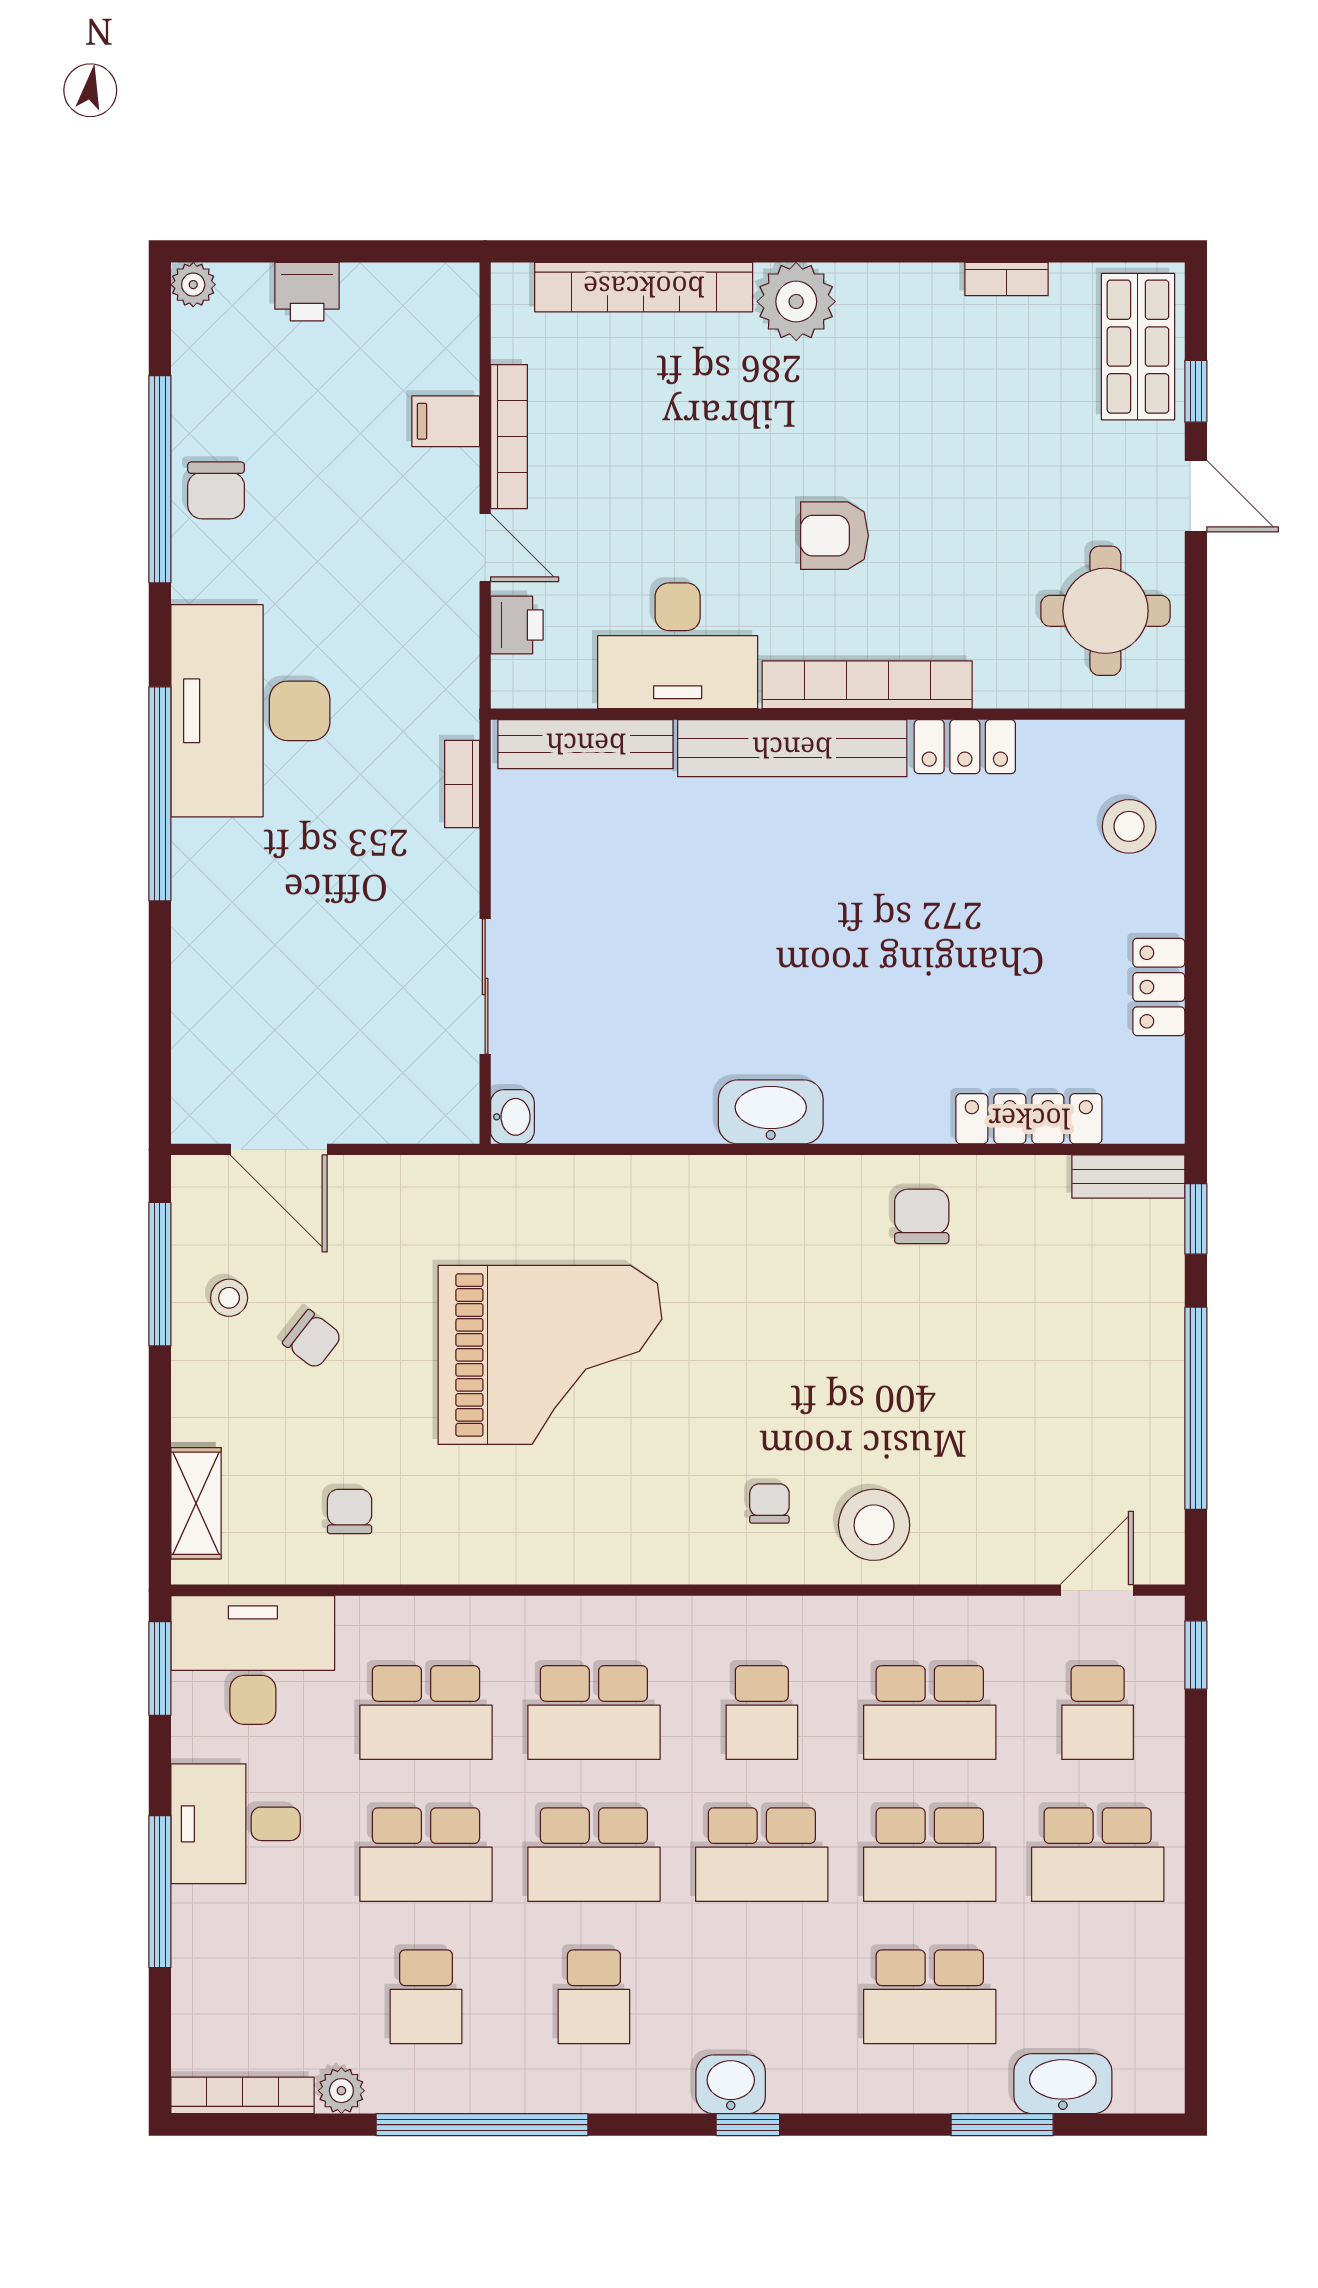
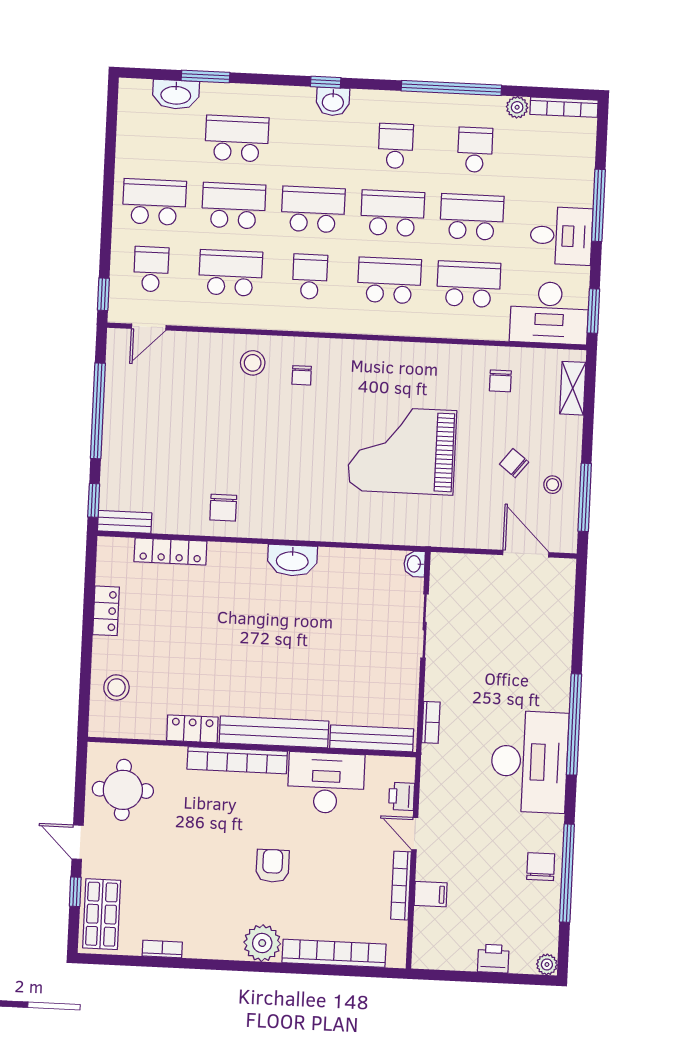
armchair: (834, 536) -> (273, 866), moved, turned -90
stool: (874, 1525) -> (253, 363), width x0.73, depth x0.73

